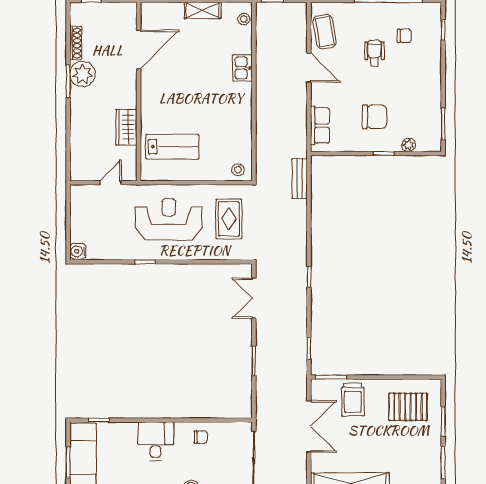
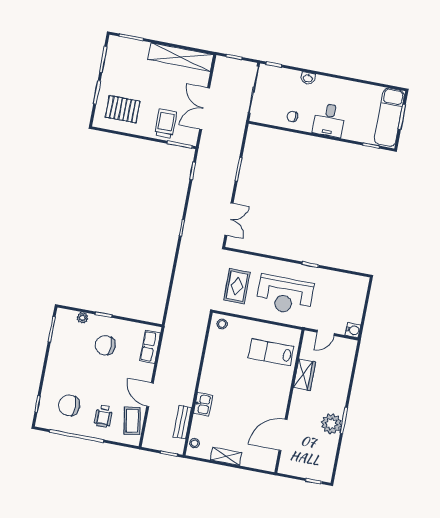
chair: (404, 36) -> (69, 405), width x1.87, depth x1.87
shoe rack: (76, 43) -> (332, 449), removed
wheelchair: (374, 53) -> (103, 416), moved
bench: (300, 178) -> (183, 422), moved
water cooler: (78, 251) -> (353, 330), moved

